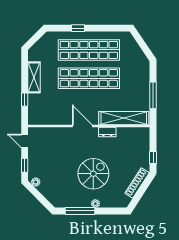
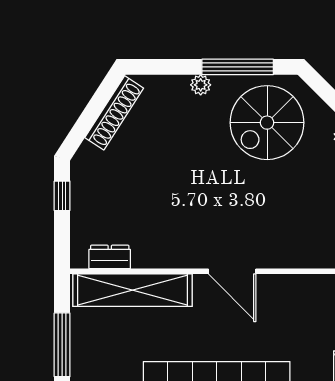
dresser: (107, 132) -> (110, 257), moved
spiral stairs: (93, 174) -> (267, 123), moved
shoe rack: (137, 183) -> (114, 113), moved

